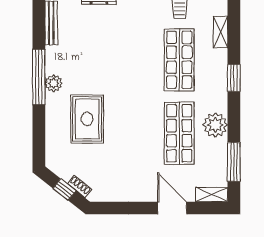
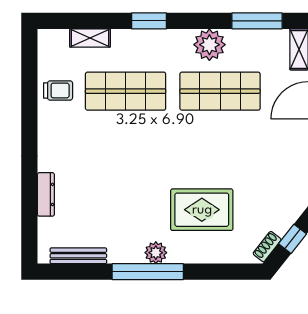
shoe rack: (79, 186) -> (267, 247), moved

